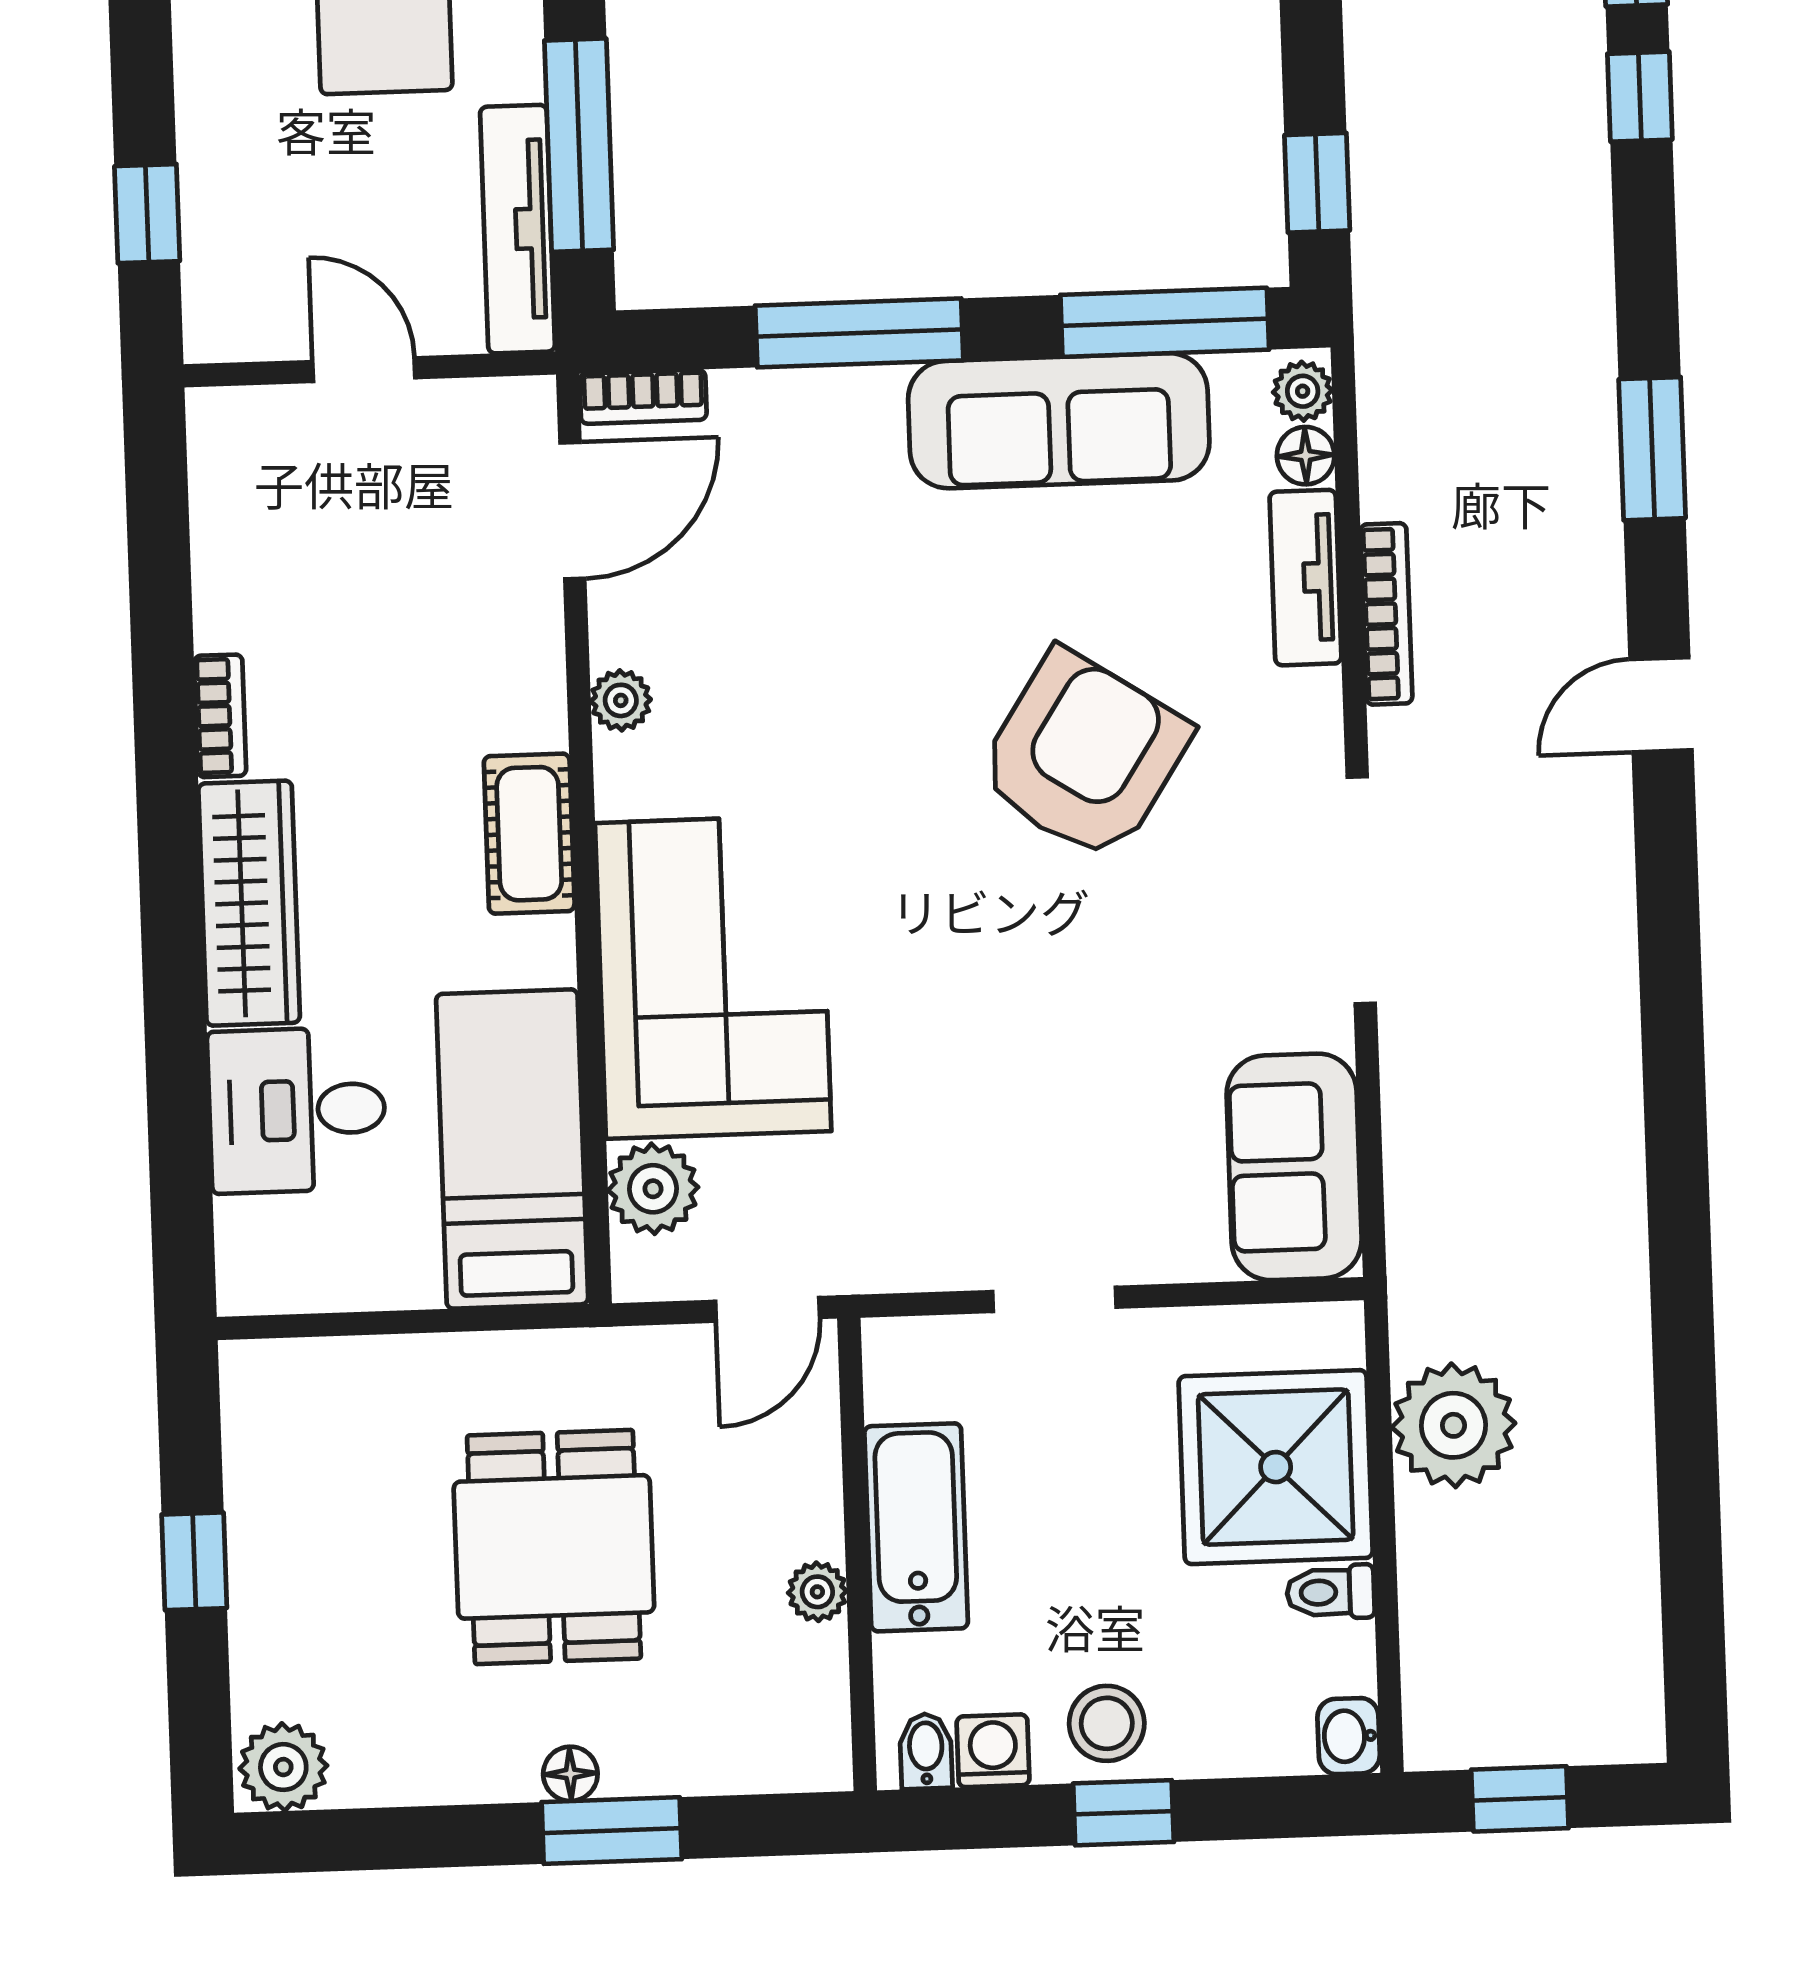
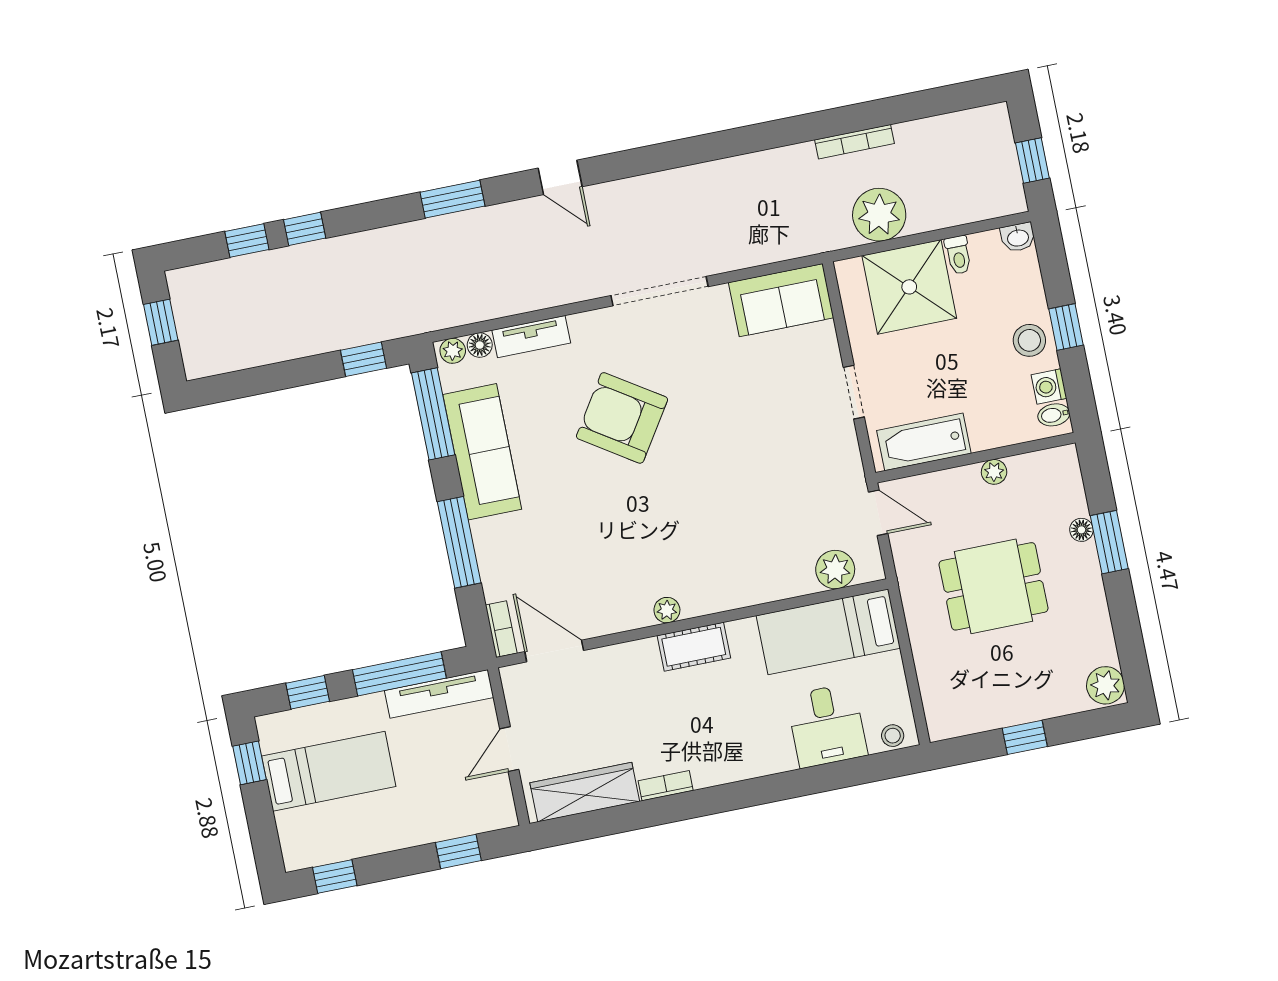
bookcase: (1386, 614) -> (854, 142), moved, turned 180
plant: (621, 700) -> (667, 610), moved
wardrobe: (249, 903) -> (585, 792), moved
corner sofa: (713, 977) -> (741, 559), removed
stool: (249, 1258) -> (893, 736), added
bathtub: (916, 1527) -> (924, 442), moved
floor lamp: (570, 1774) -> (1081, 530), moved

